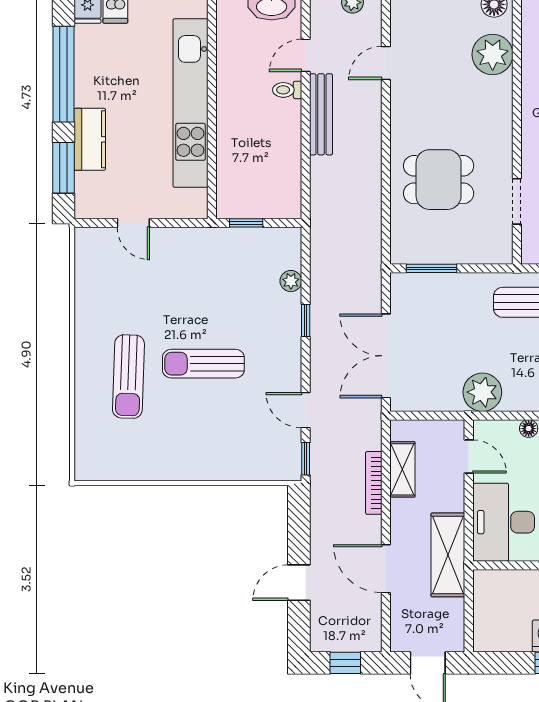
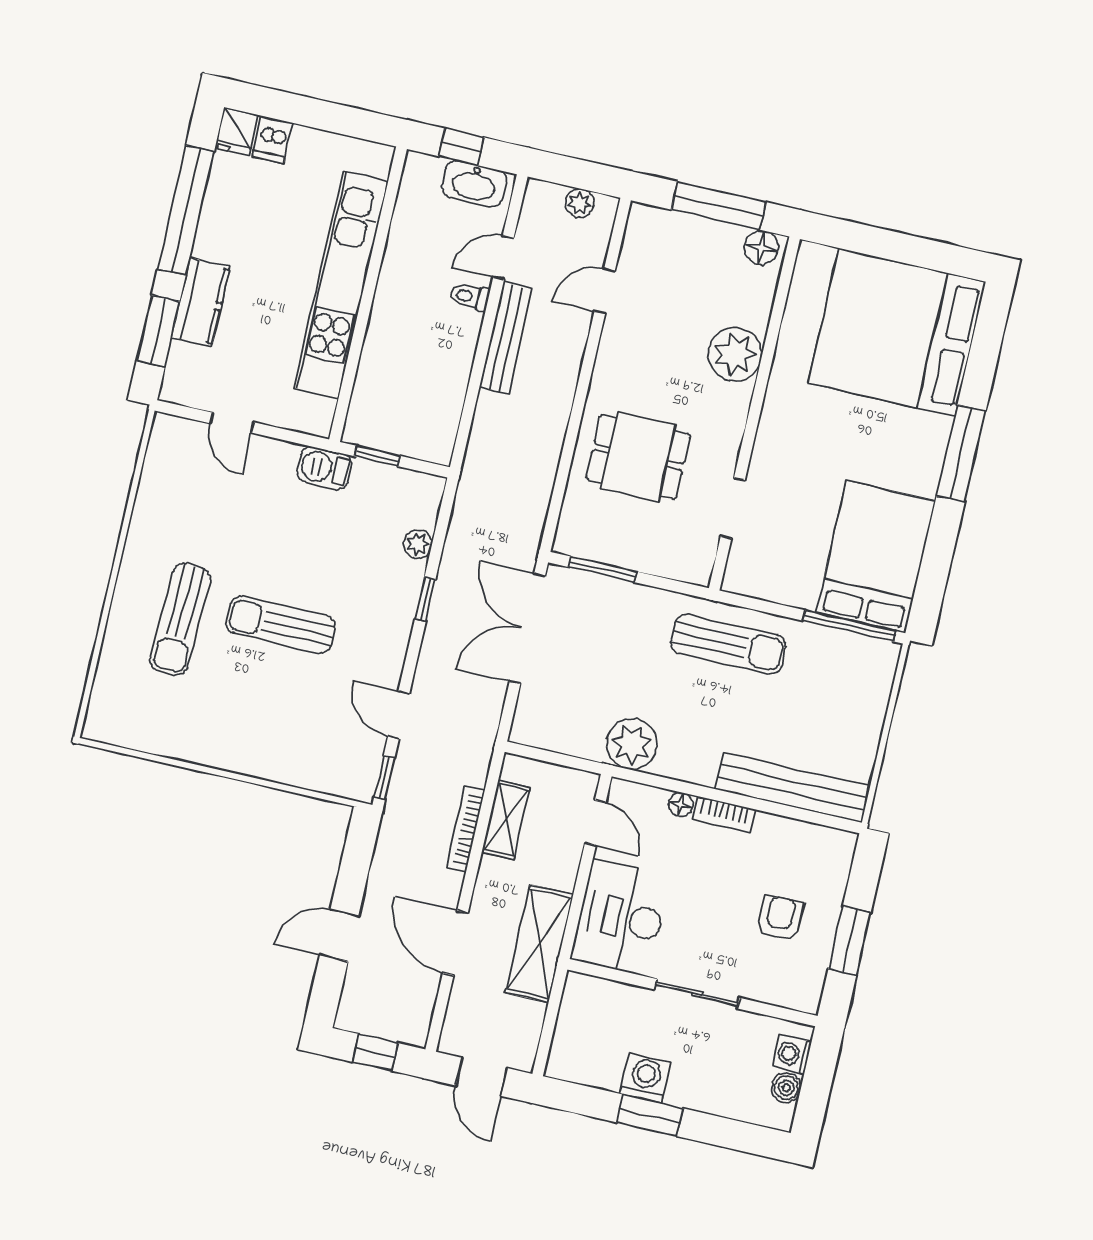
plant: (493, 54) -> (735, 354), moved
barbecue: (209, 241) -> (324, 468), added
double door: (386, 356) -> (527, 629), moved

